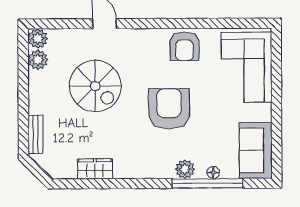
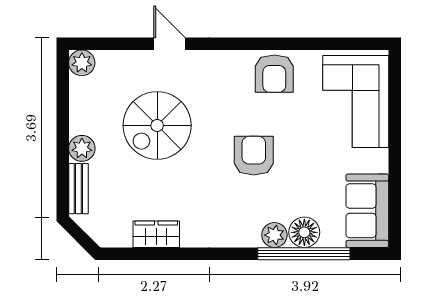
plant: (38, 60) -> (82, 148), moved
spiral stairs: (95, 86) -> (157, 125), turned 90
armchair: (169, 109) -> (254, 156), width x0.73, depth x0.73
floor lamp: (213, 173) -> (304, 232), width x1.89, depth x1.89

